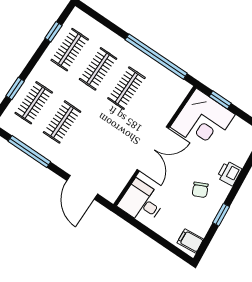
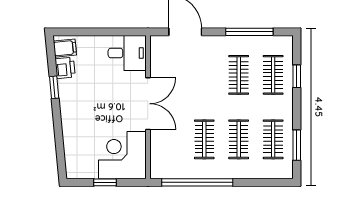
window: (53, 32) -> (297, 145), width x1.50
window: (220, 100) -> (105, 182), moved
double door: (153, 149) -> (148, 104), swing flipped
printer: (229, 173) -> (65, 68), moved
chair: (200, 190) -> (86, 96), removed

